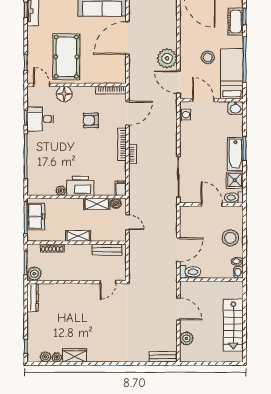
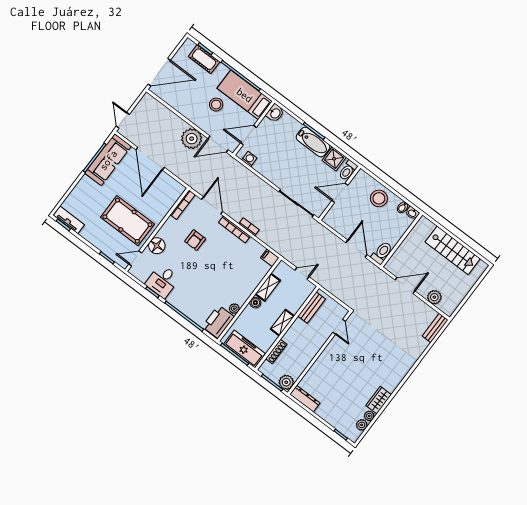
printer: (80, 186) -> (218, 322), moved
boiler: (116, 203) -> (255, 303), moved
freezer: (36, 216) -> (244, 349), width x1.40

